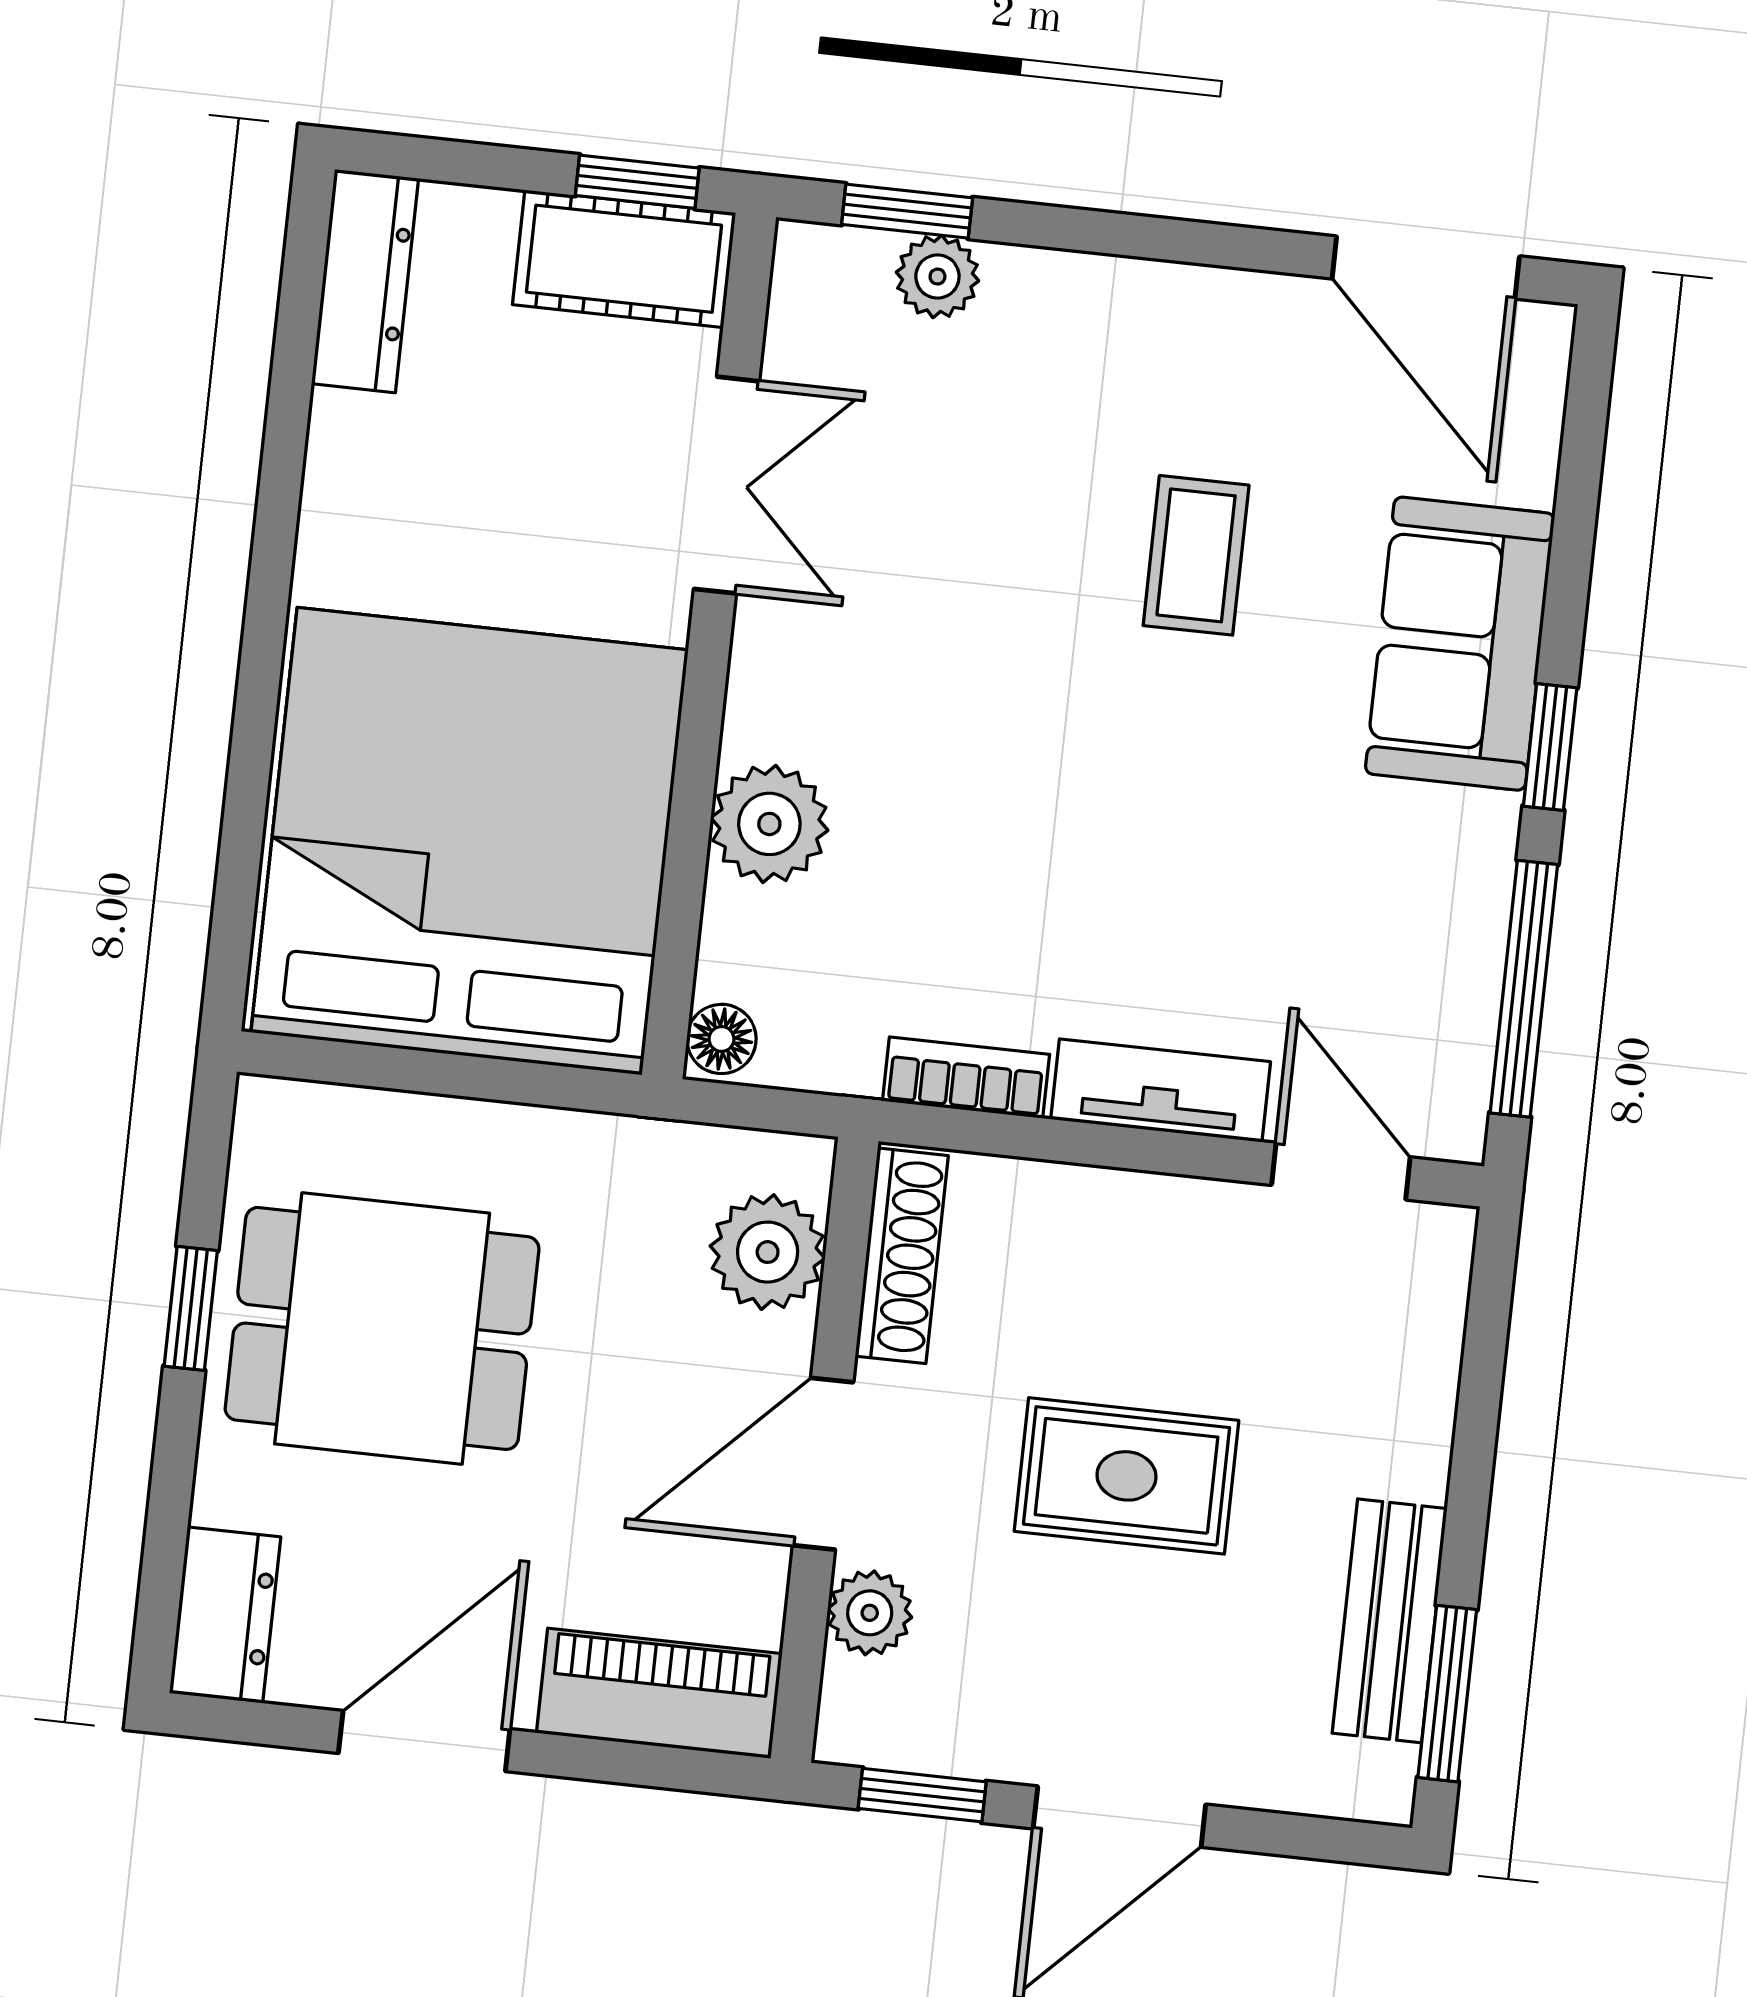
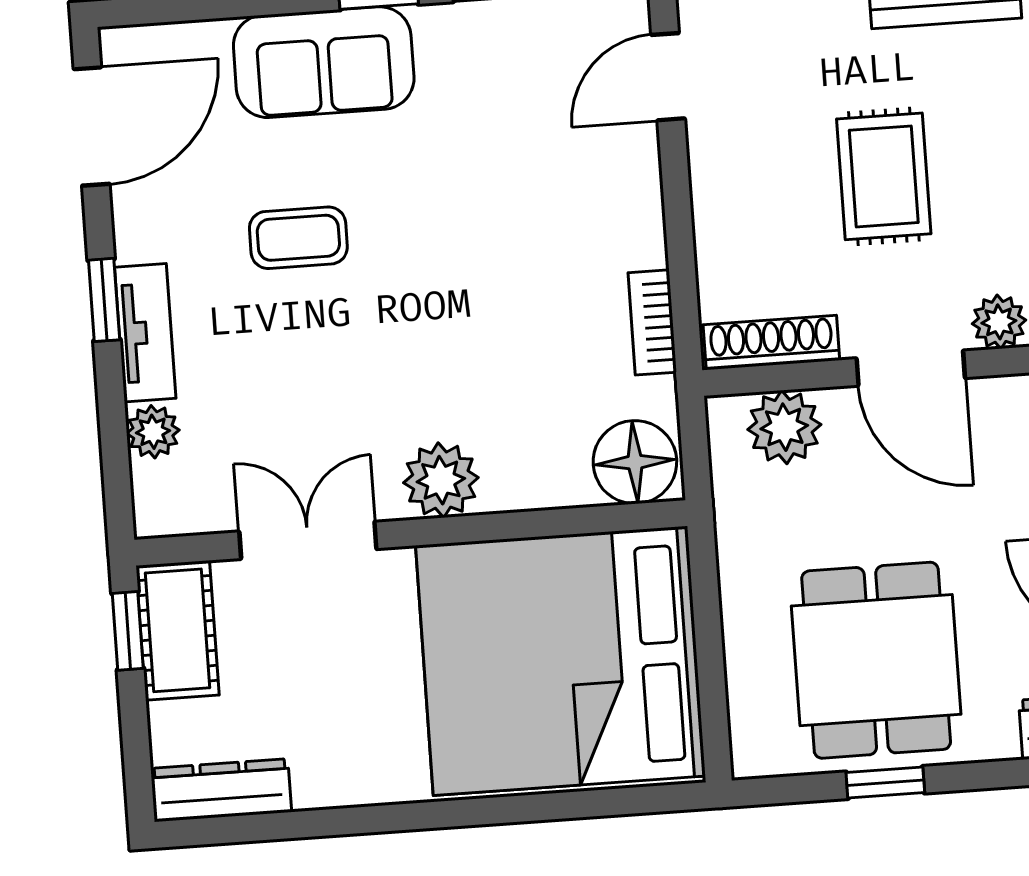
window: (907, 211) -> (104, 300), moved
plant: (769, 824) -> (441, 480), moved
floor lamp: (721, 1039) -> (635, 462), width x1.89, depth x1.89
tv unit: (1161, 1091) -> (145, 333), moved, turned 180

